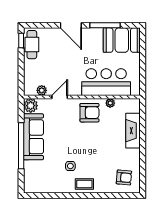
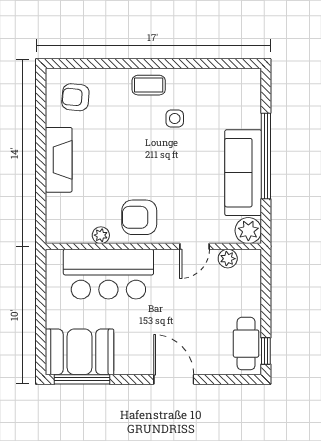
window: (105, 25) -> (82, 379), moved
fireplace: (133, 131) -> (59, 160), moved

